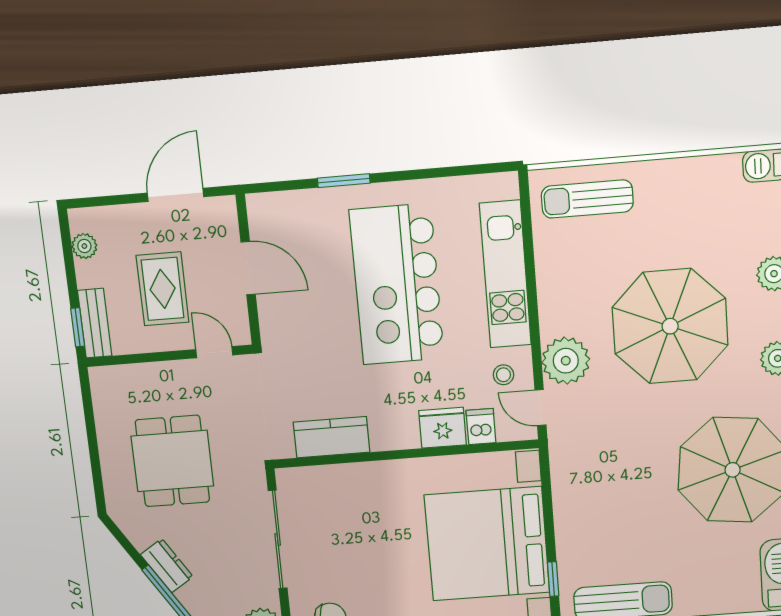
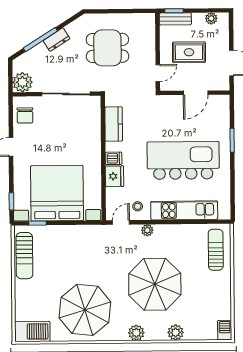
plant: (566, 361) -> (147, 230), width x0.53, depth x0.53
dishwasher: (481, 427) -> (114, 158), moved

